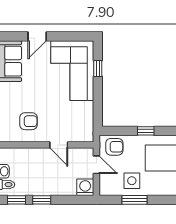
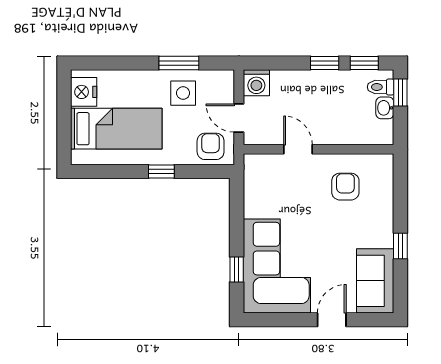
armchair: (28, 121) -> (345, 187), turned 90
armchair: (114, 147) -> (211, 146), turned 90

